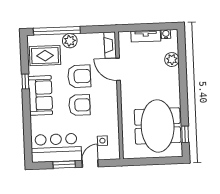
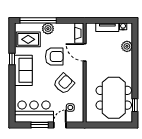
armchair: (79, 105) -> (64, 84), moved, turned -47

